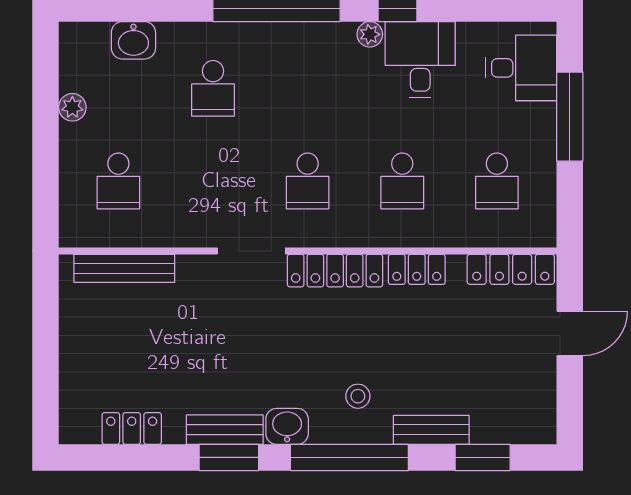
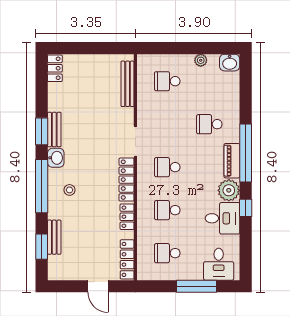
plant: (370, 34) -> (229, 190), width x1.87, depth x1.87
piano: (294, 39) -> (232, 161), added
washbasin: (133, 40) -> (230, 63), moved, turned -90
locker: (132, 428) -> (55, 68), moved
bench: (431, 430) -> (54, 237), moved

